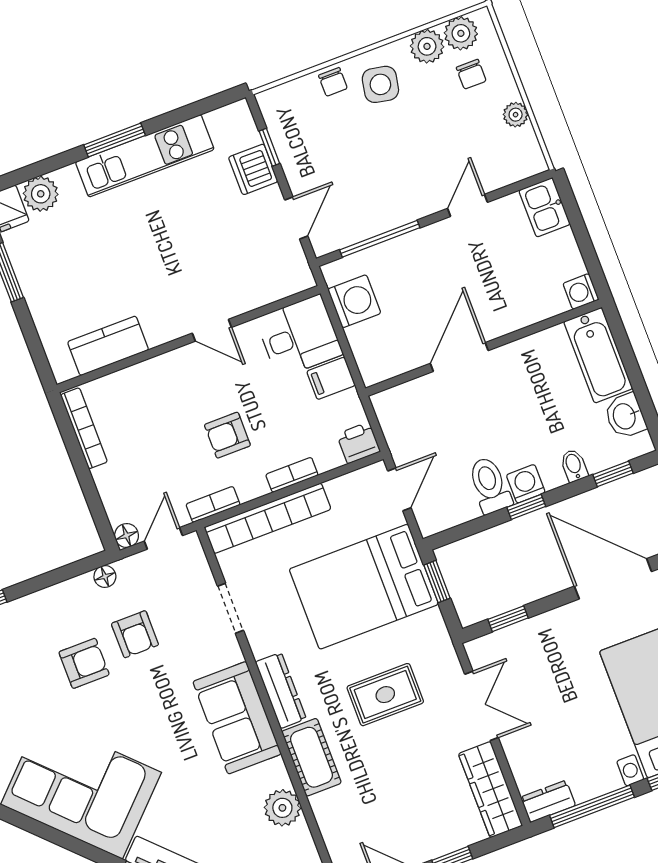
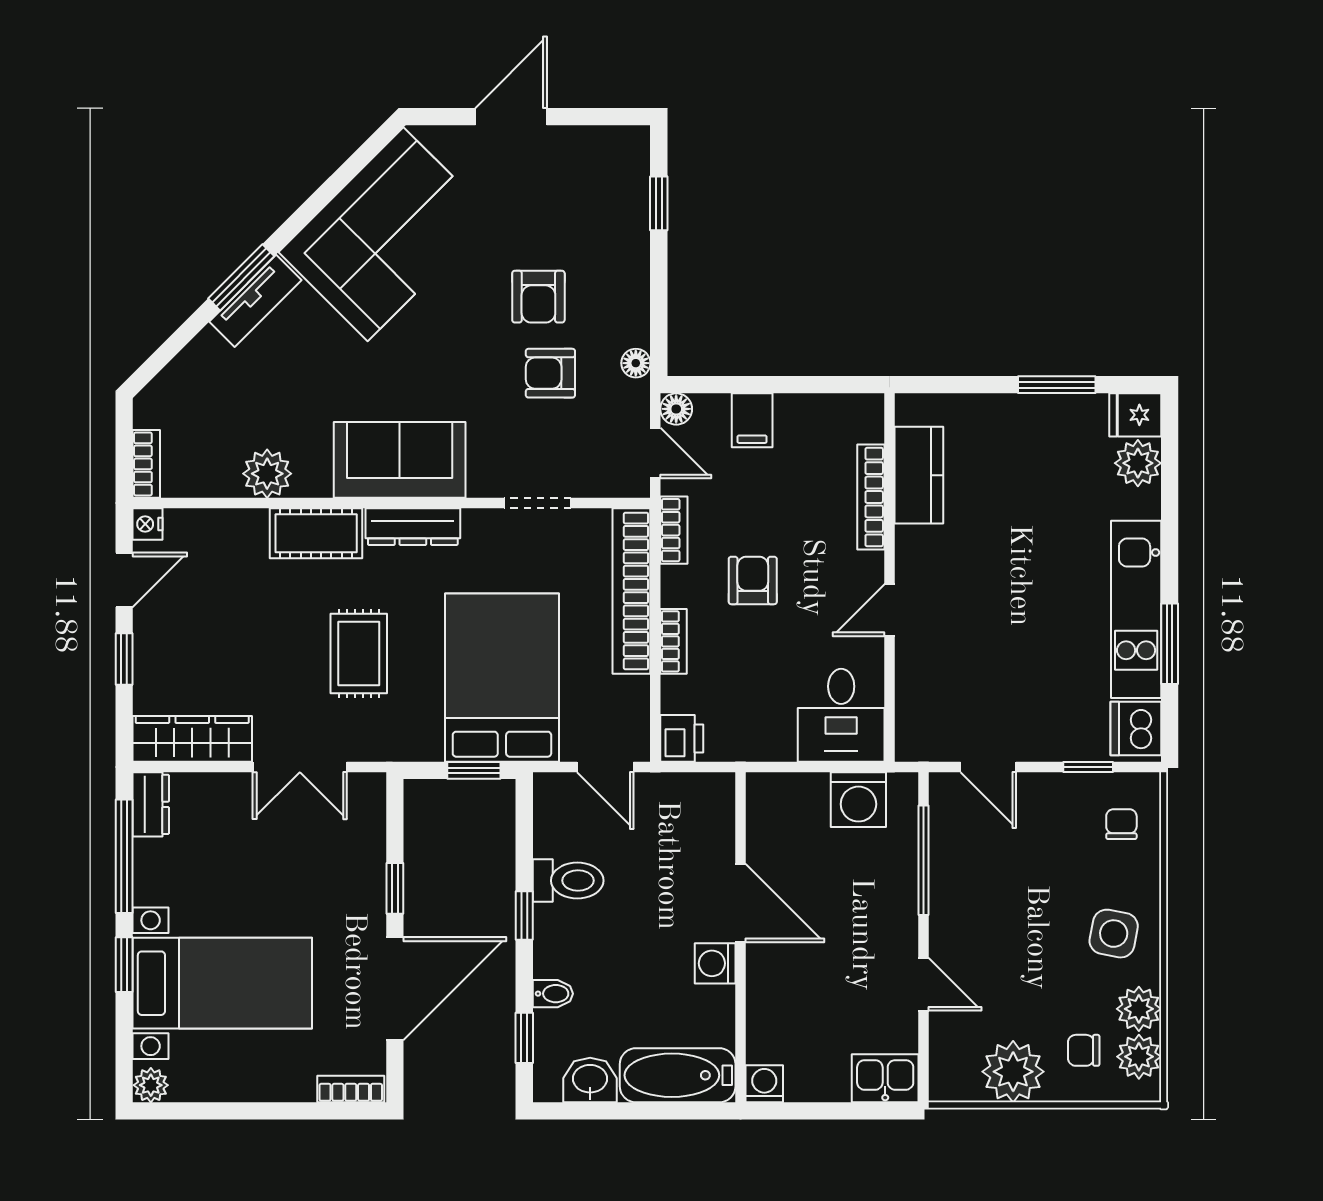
chair: (333, 82) -> (1121, 824), moved, turned 90
plant: (516, 115) -> (1013, 1072), width x1.87, depth x1.87
window: (115, 140) -> (1170, 644), moved
dishwasher: (253, 169) -> (1136, 729), moved, turned -90
filing cabinet: (331, 378) -> (752, 420), moved, turned 180
bookcase: (84, 428) -> (871, 497), moved, turned 90
washing machine: (526, 484) -> (715, 963), moved, turned 180
window: (508, 619) -> (395, 888), moved

